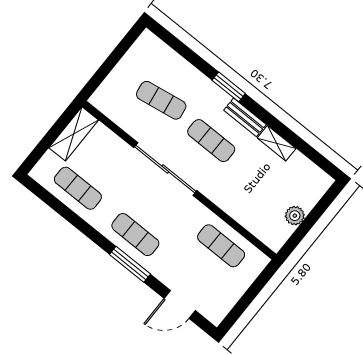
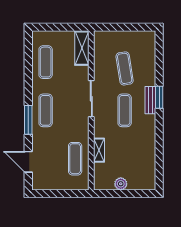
bench: (245, 117) -> (150, 100), moved
shelving: (74, 134) -> (82, 48), moved, turned 90
shelving: (277, 143) -> (99, 150), moved
sliding door: (165, 169) -> (91, 99), width x0.73

